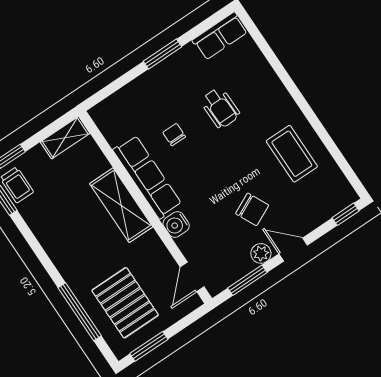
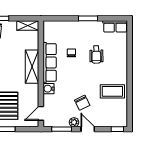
coffee table: (292, 154) -> (112, 91), turned 90

